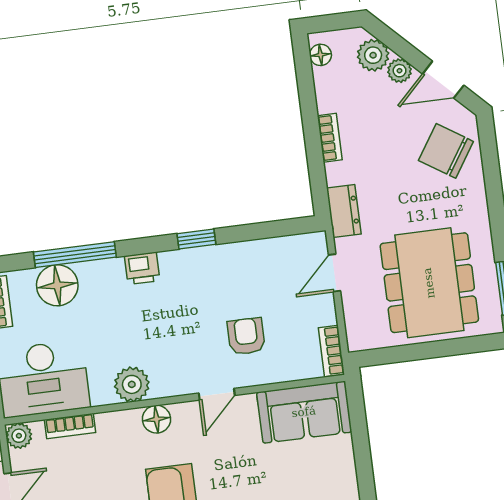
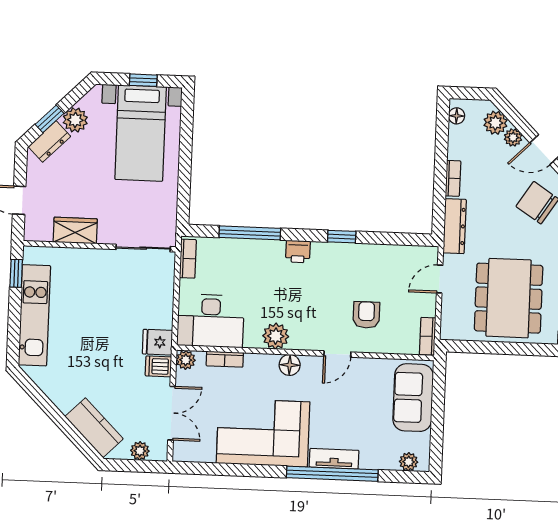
dresser: (344, 211) -> (455, 226), width x1.44
floor lamp: (57, 285) -> (233, 253), removed
sofa: (304, 412) -> (413, 398), moved, turned 90

